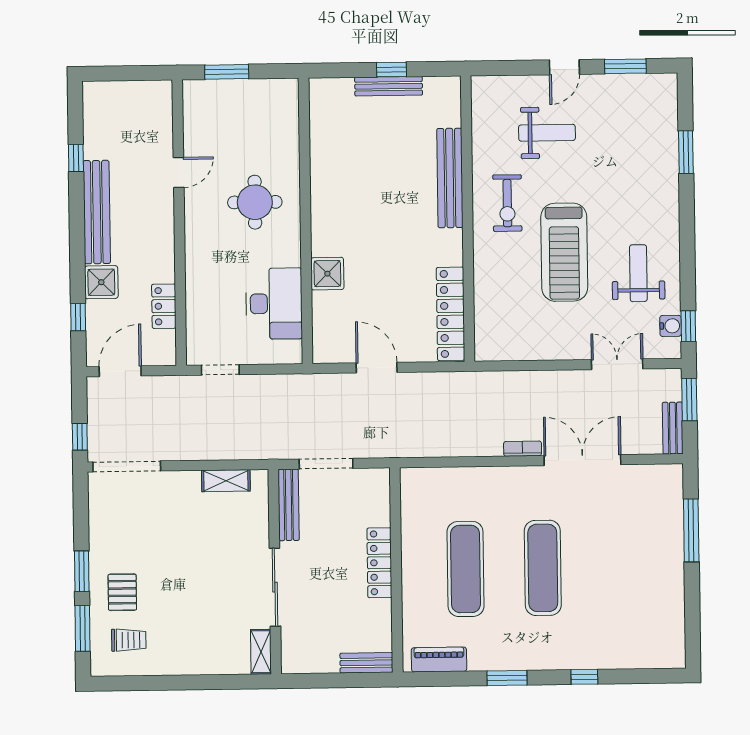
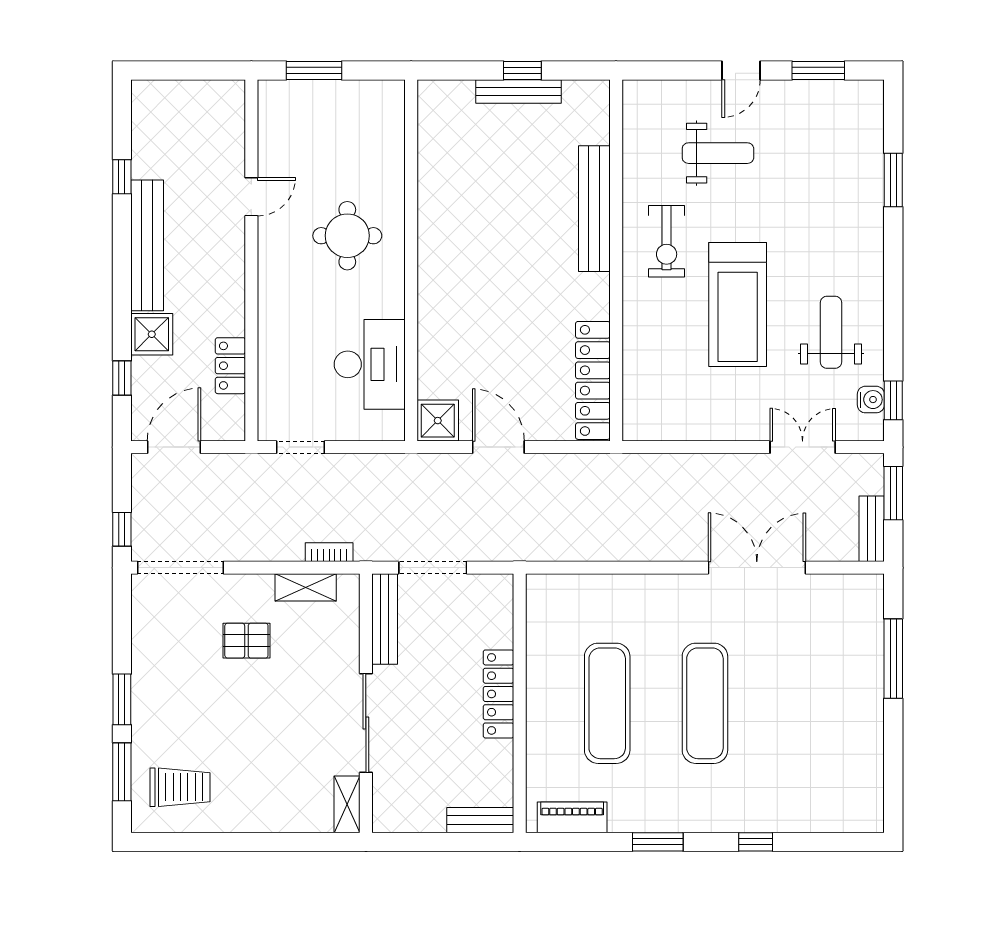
shower: (327, 274) -> (438, 421), moved
bookcase: (523, 449) -> (329, 552), moved
pallet: (122, 592) -> (246, 641), moved, turned 90
trolley: (129, 640) -> (180, 787), width x1.36, depth x1.39

